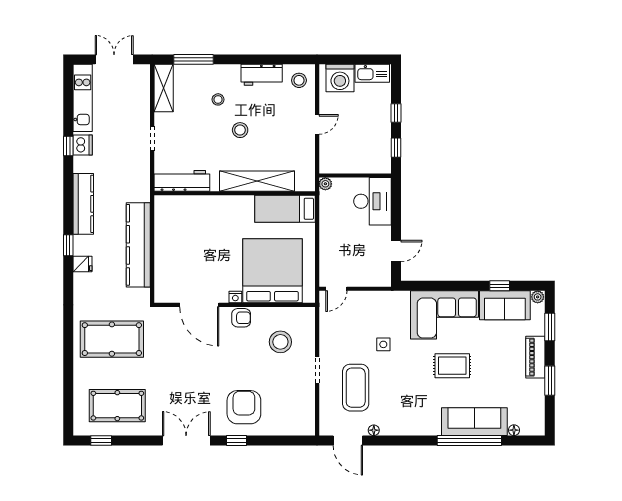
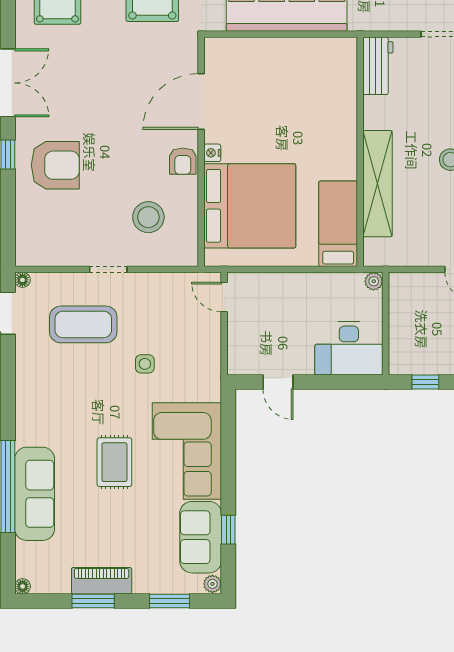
workbench: (182, 181) -> (378, 66), width x0.73
piano: (535, 357) -> (102, 581), moved
floor lamp: (374, 430) -> (22, 280), moved
floor lamp: (514, 430) -> (23, 586), moved

